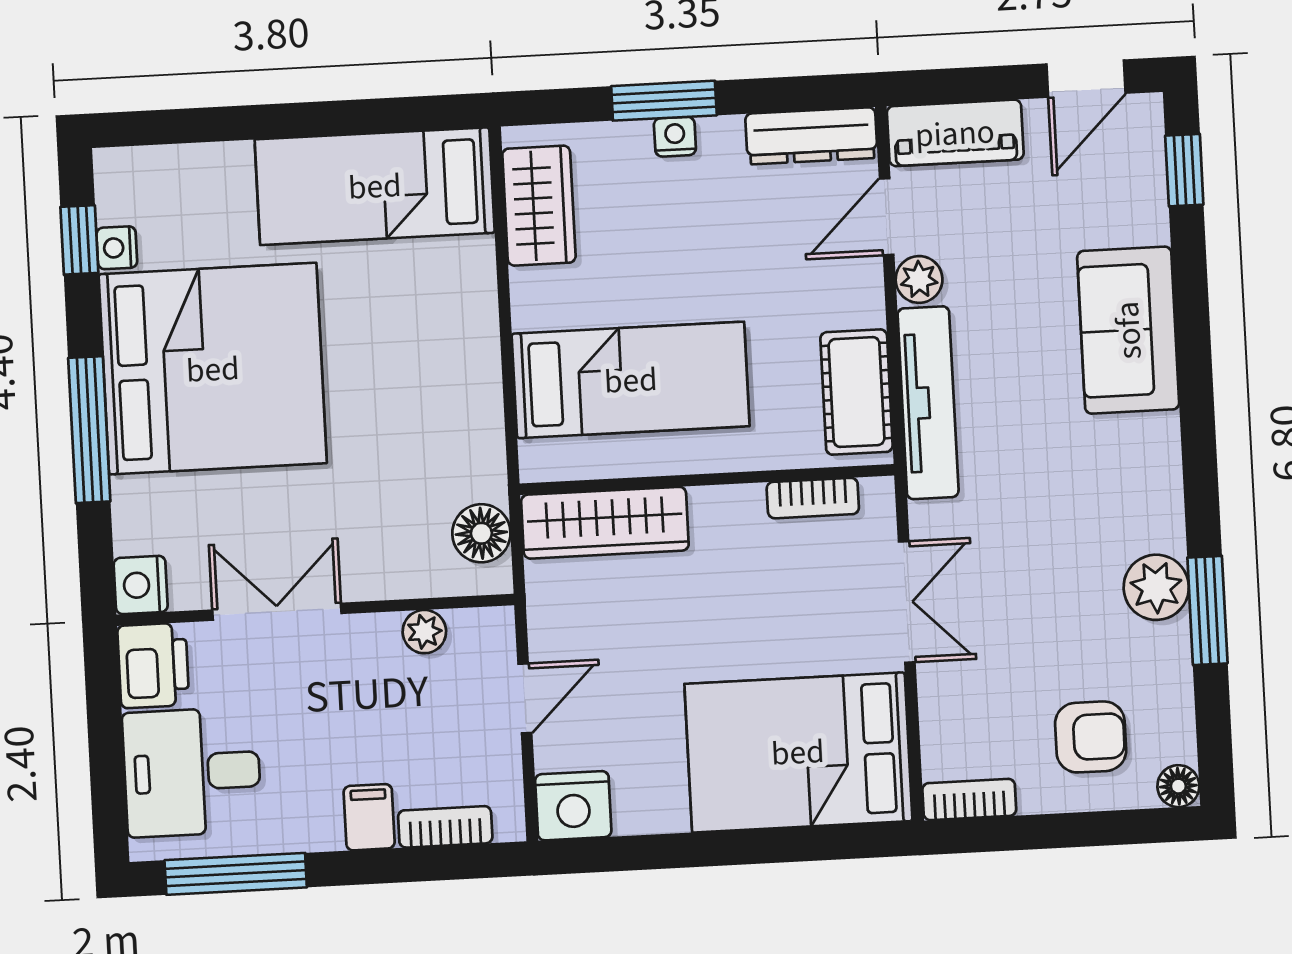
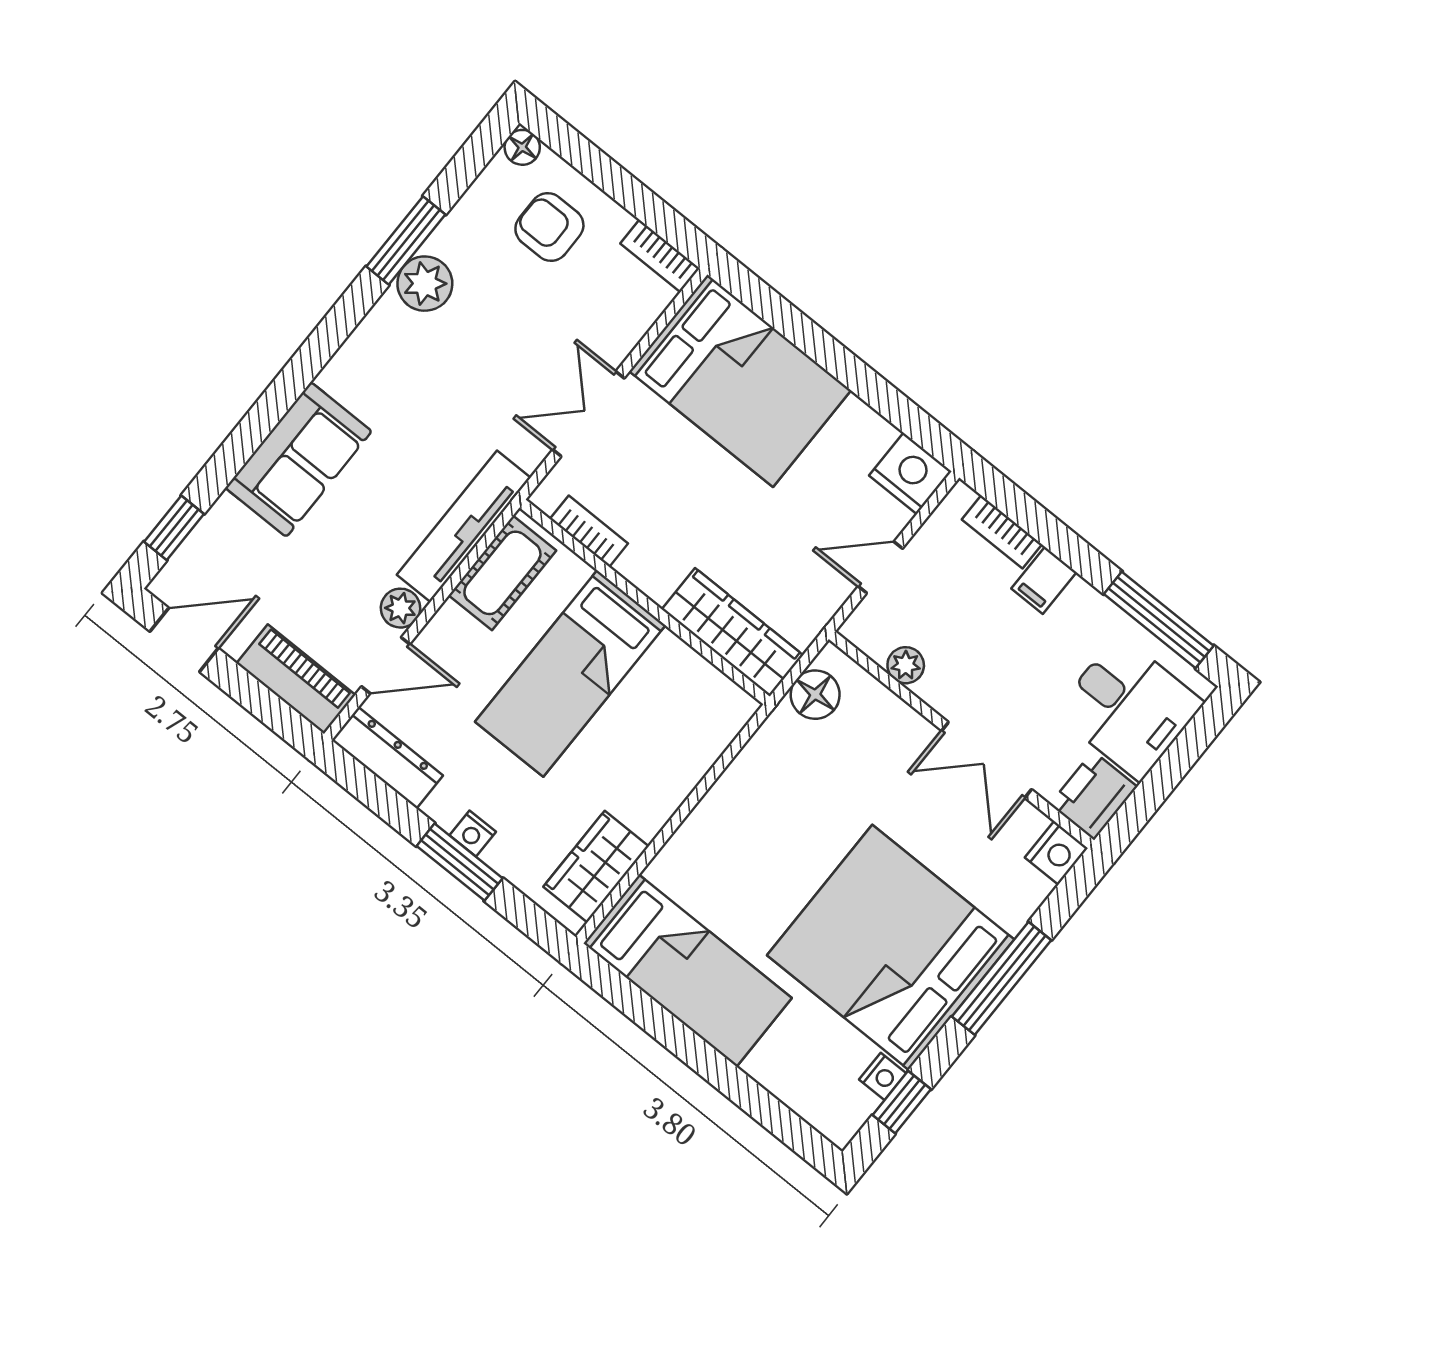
bed: (631, 380) -> (570, 673), moved, turned -90

